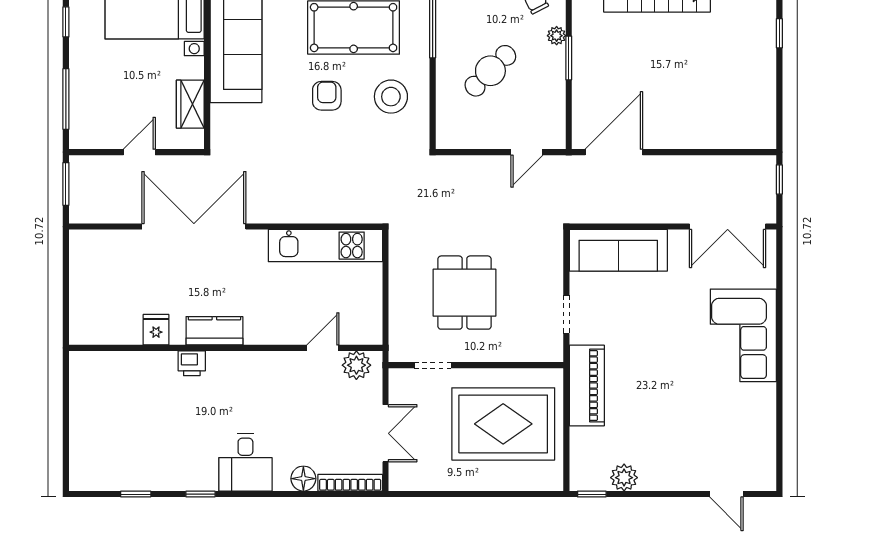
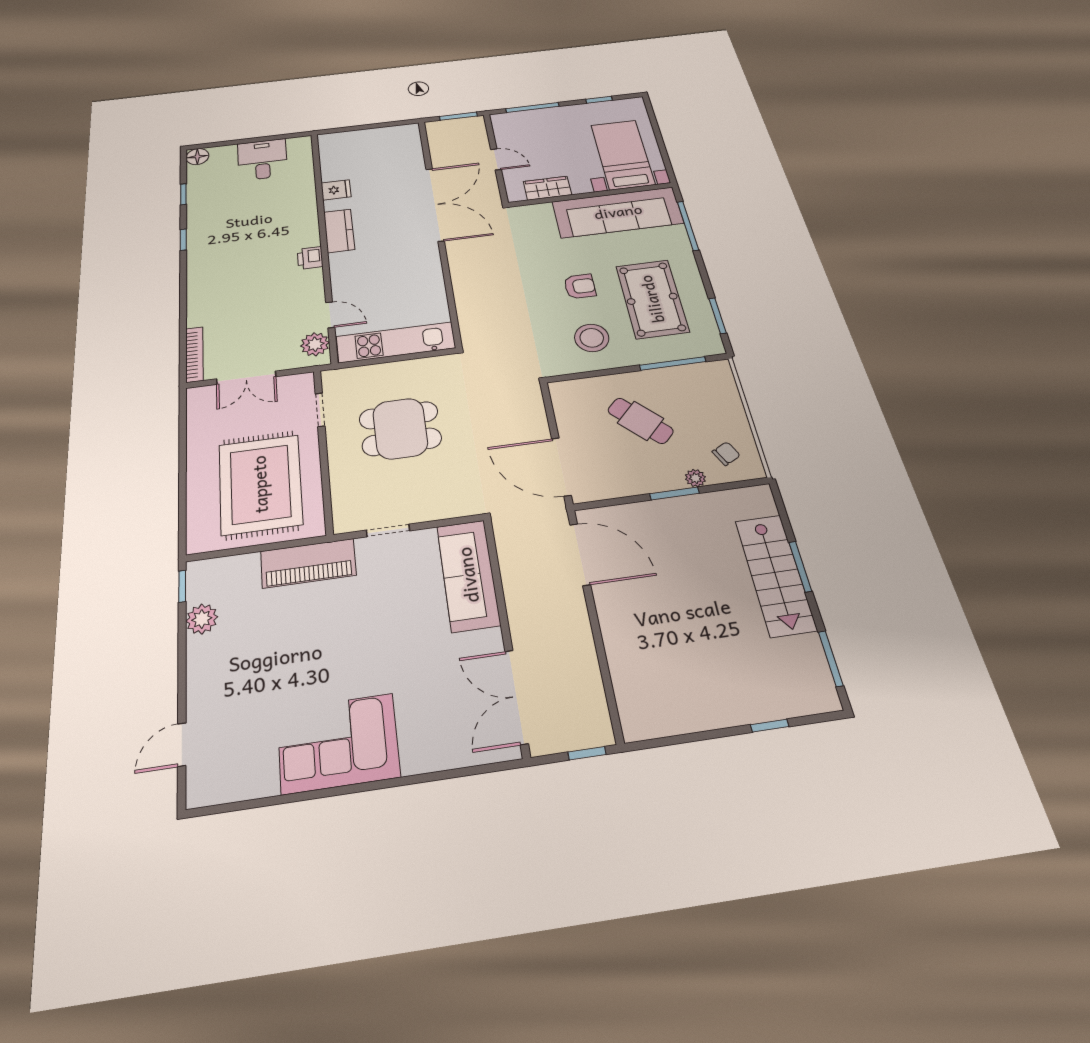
door: (527, 152) -> (561, 467), width x1.88
kitchen unit: (325, 246) -> (396, 342), moved, turned 90
corner sofa: (743, 335) -> (338, 743), moved
printer: (192, 363) -> (310, 258), moved
desk: (245, 462) -> (262, 160), moved, turned 90
floor lamp: (303, 479) -> (197, 157), moved

